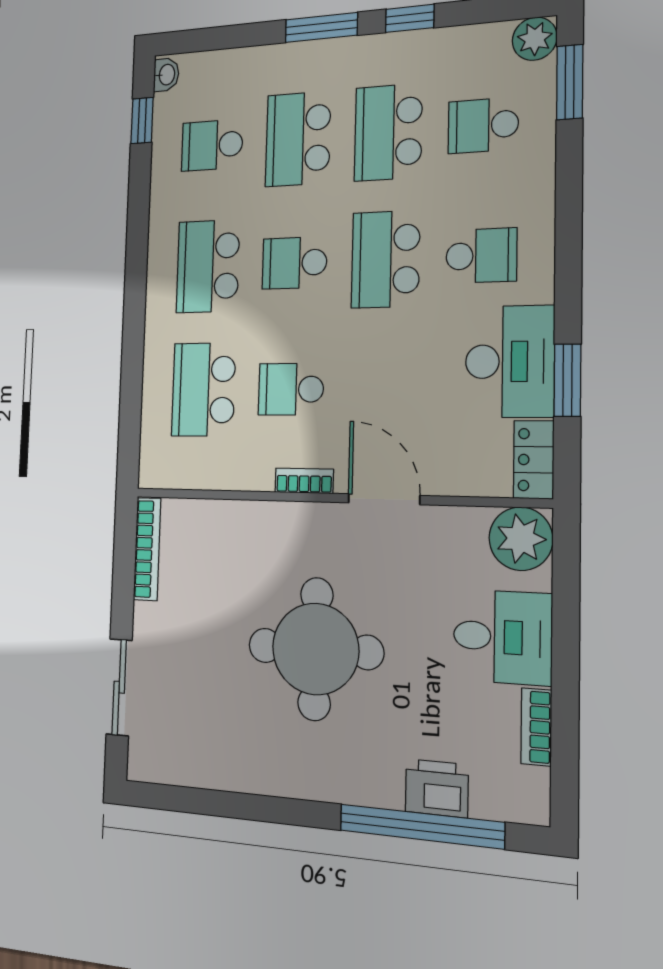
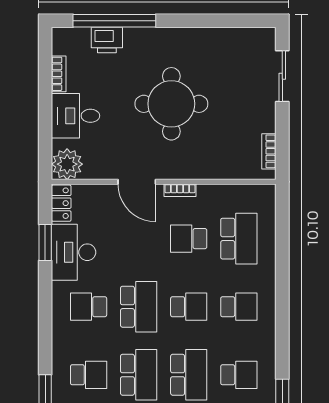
school desk: (208, 266) -> (239, 307), width x0.54
school desk: (291, 389) -> (189, 239), turned 180
bookcase: (147, 549) -> (269, 151), width x0.64

